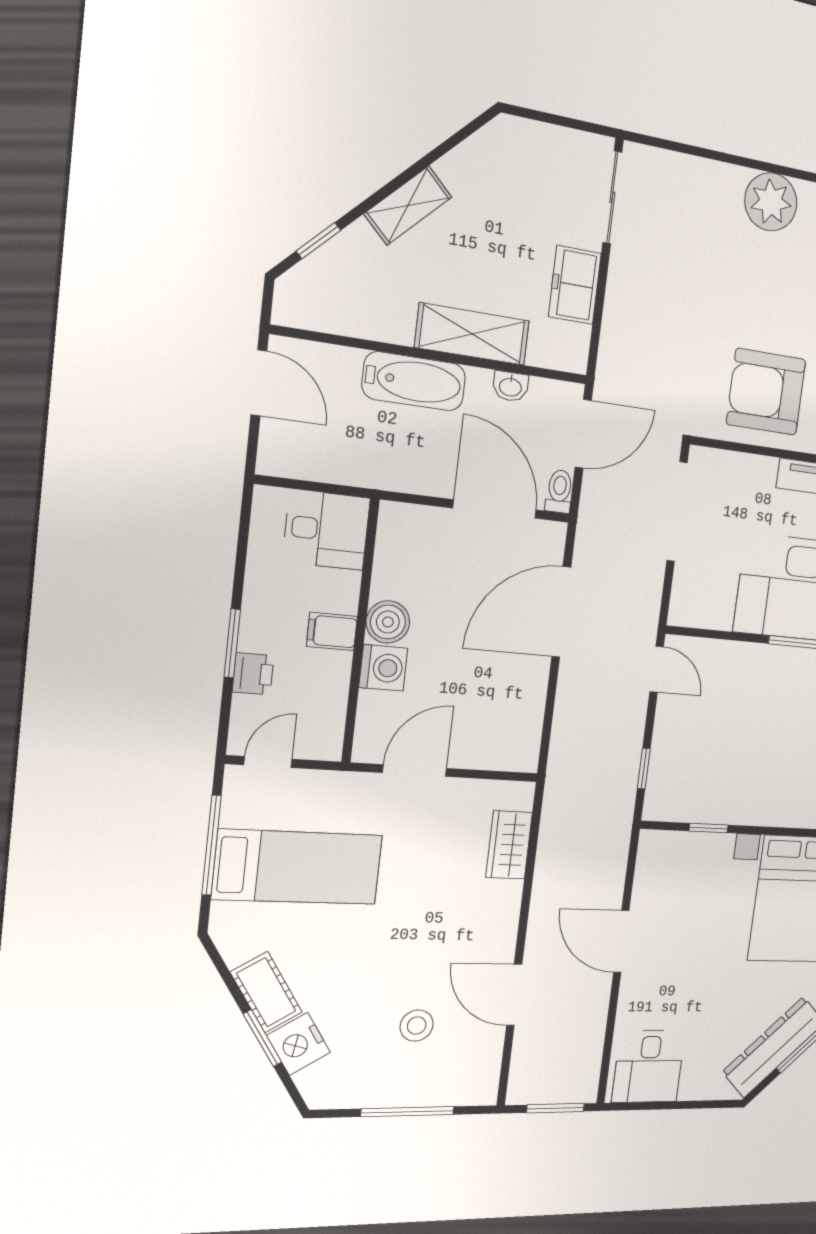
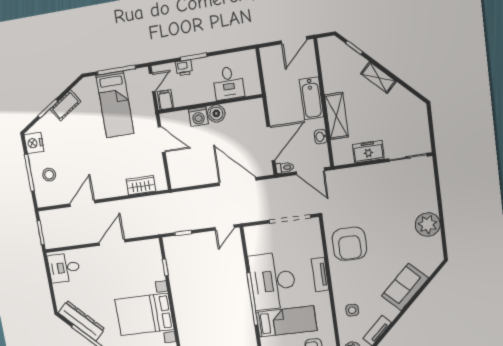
armchair: (766, 392) -> (349, 244), turned 180
desk: (326, 530) -> (228, 83), moved
filing cabinet: (332, 631) -> (165, 100), moved
door: (268, 762) -> (152, 82), hinge flipped
stool: (417, 1026) -> (49, 175), moved
nightstand: (299, 1044) -> (34, 143), moved, turned -58

